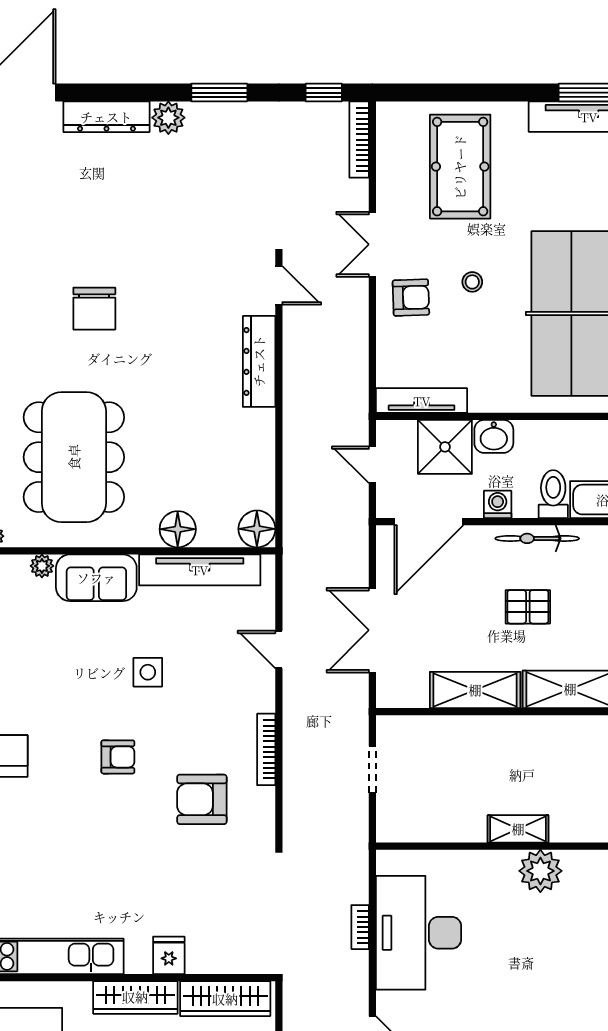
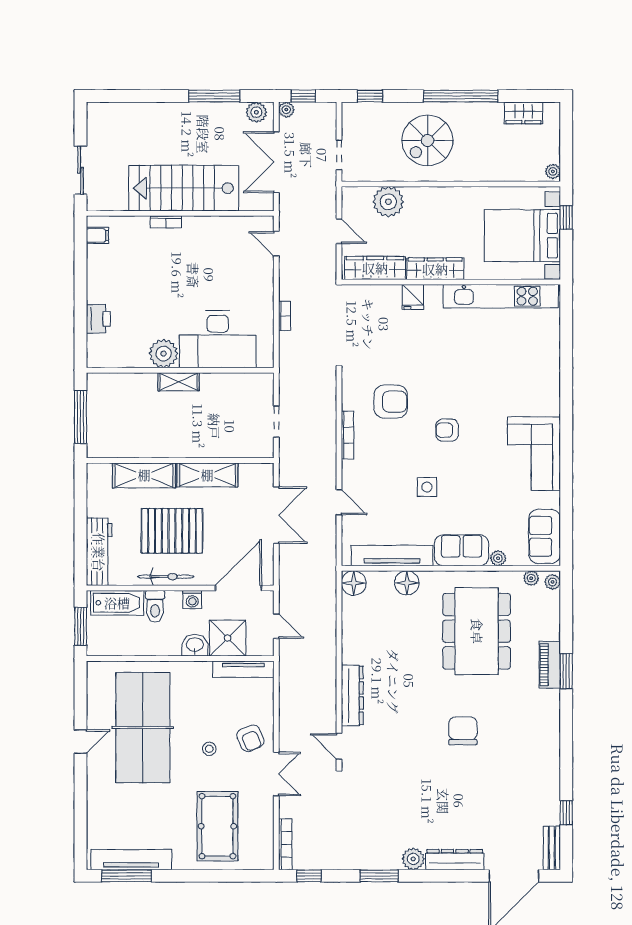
armchair: (411, 298) -> (250, 738), turned -111
pallet: (528, 607) -> (172, 531), width x2.05, depth x2.00
desk: (419, 933) -> (218, 339), moved, turned 90

